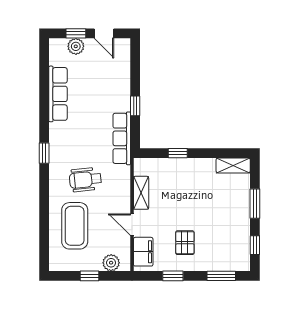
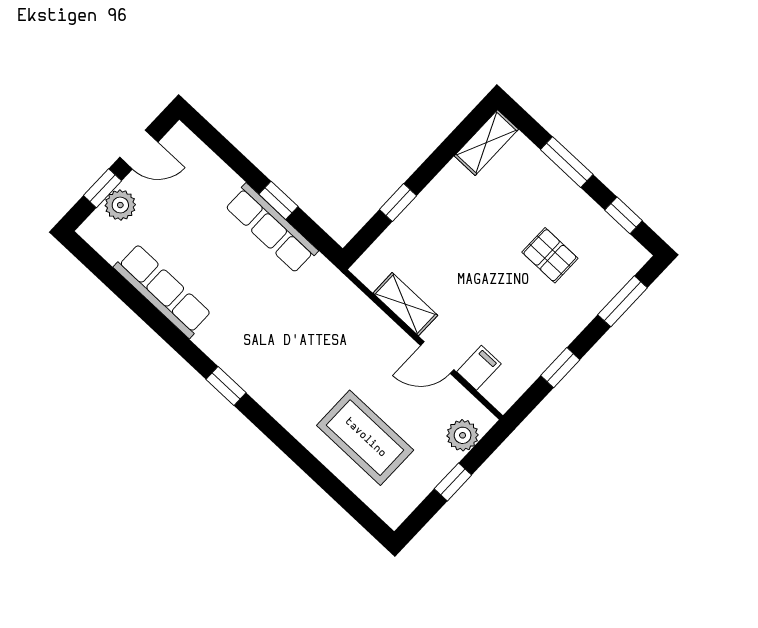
row of seats: (122, 138) -> (271, 228), moved
wheelchair: (85, 180) -> (315, 364), removed
pallet: (185, 243) -> (550, 255), moved
filing cabinet: (143, 252) -> (479, 368), width x0.50

